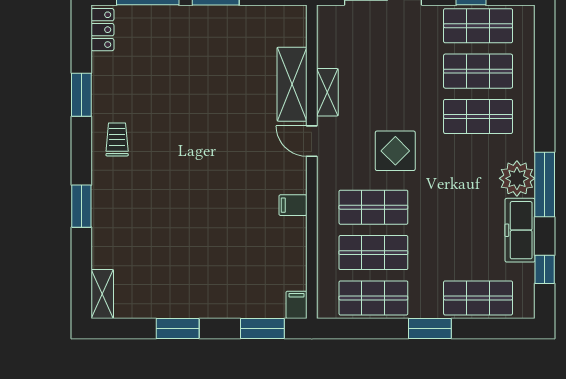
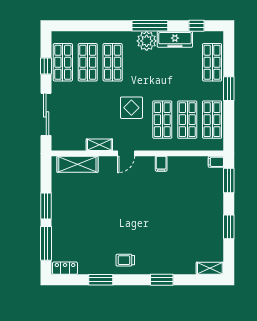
shelving: (292, 84) -> (77, 164), moved

